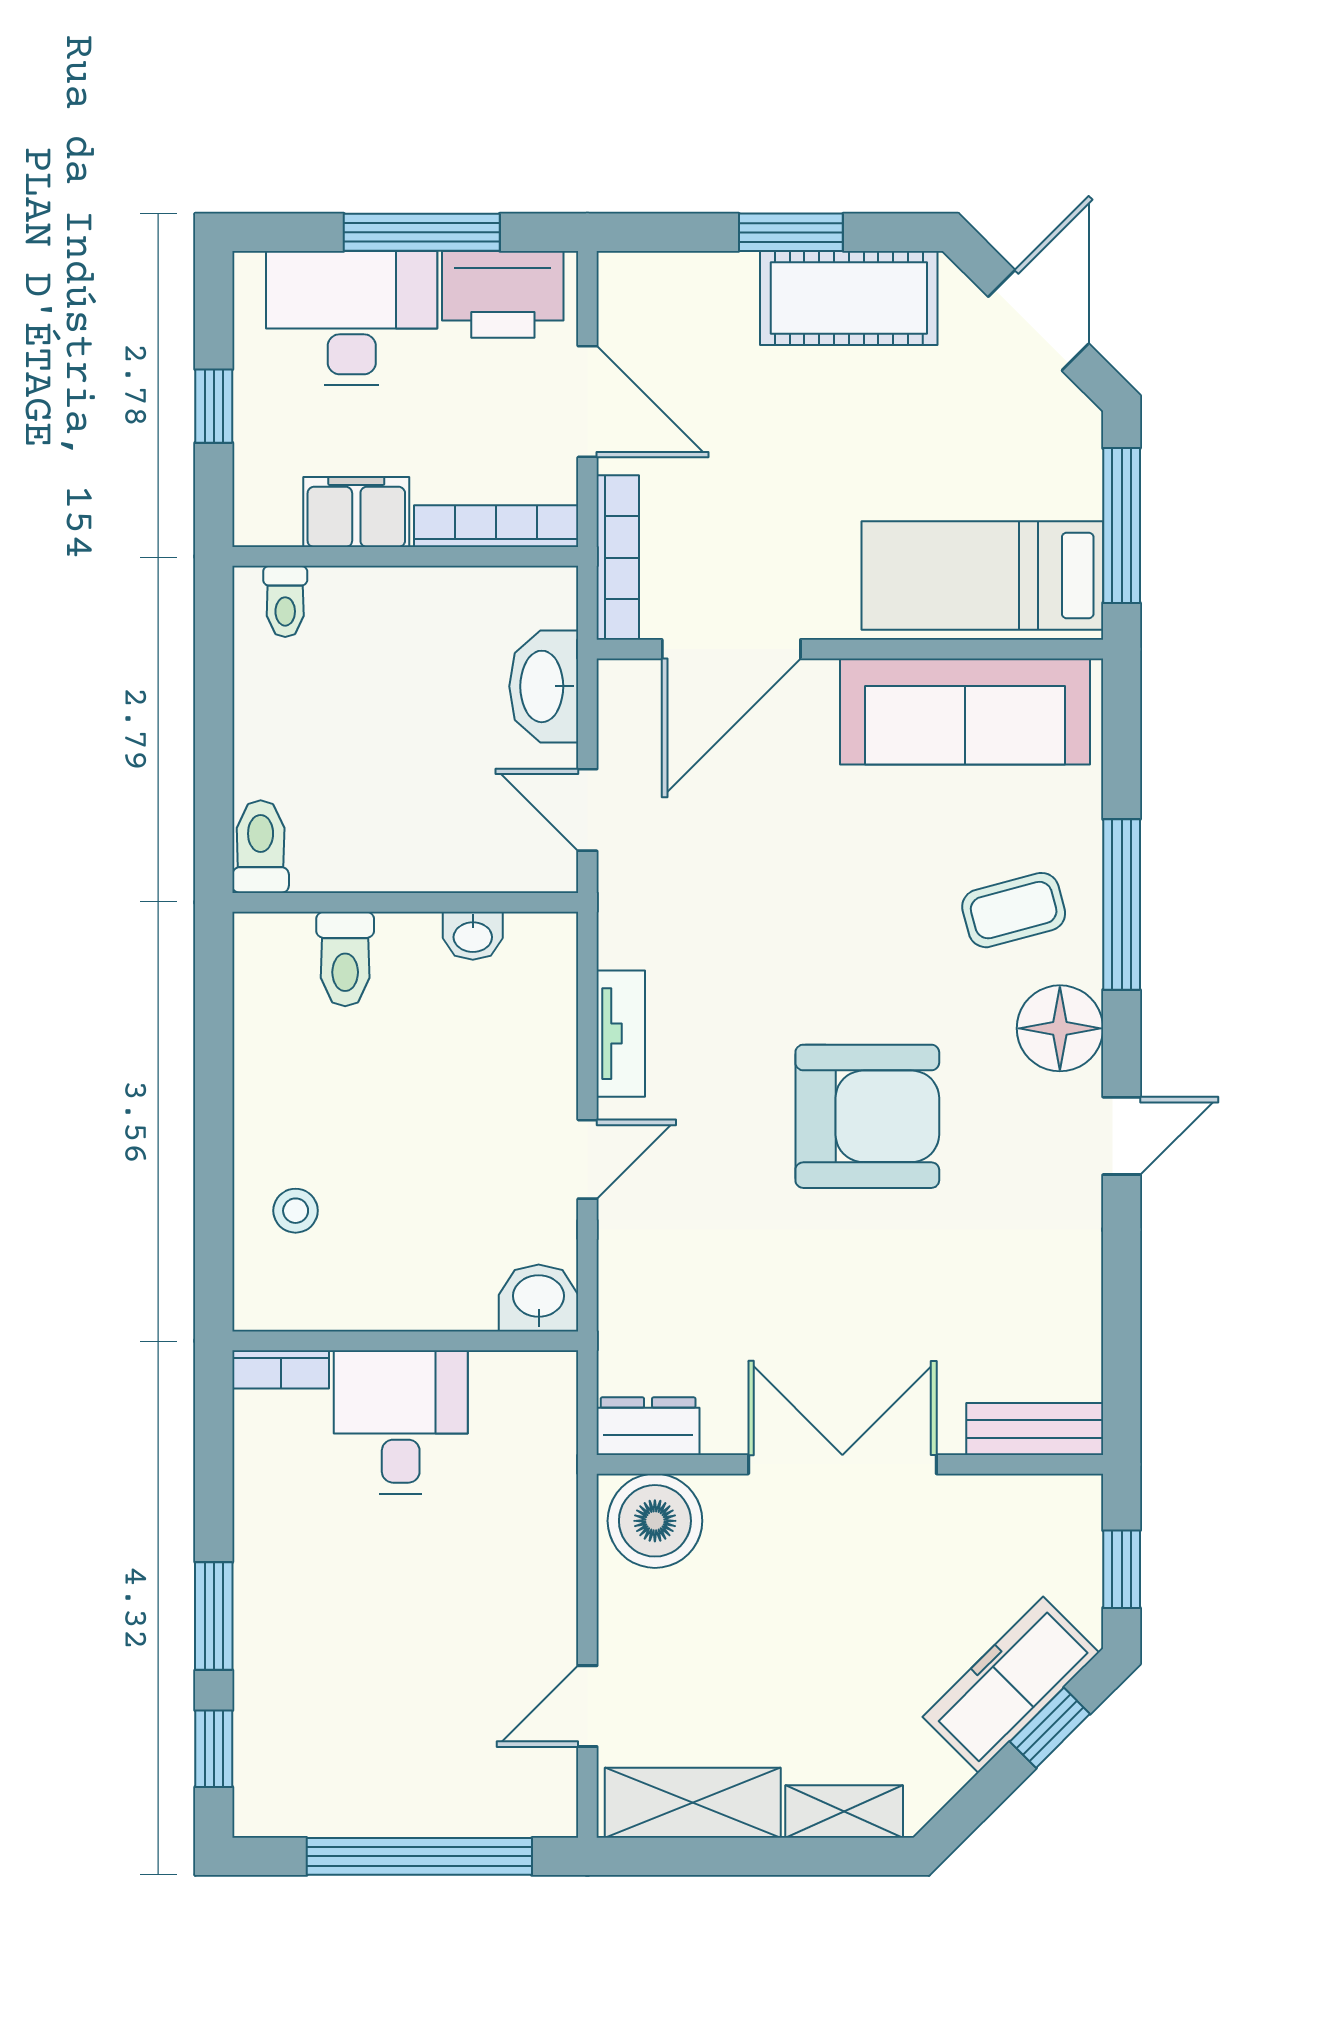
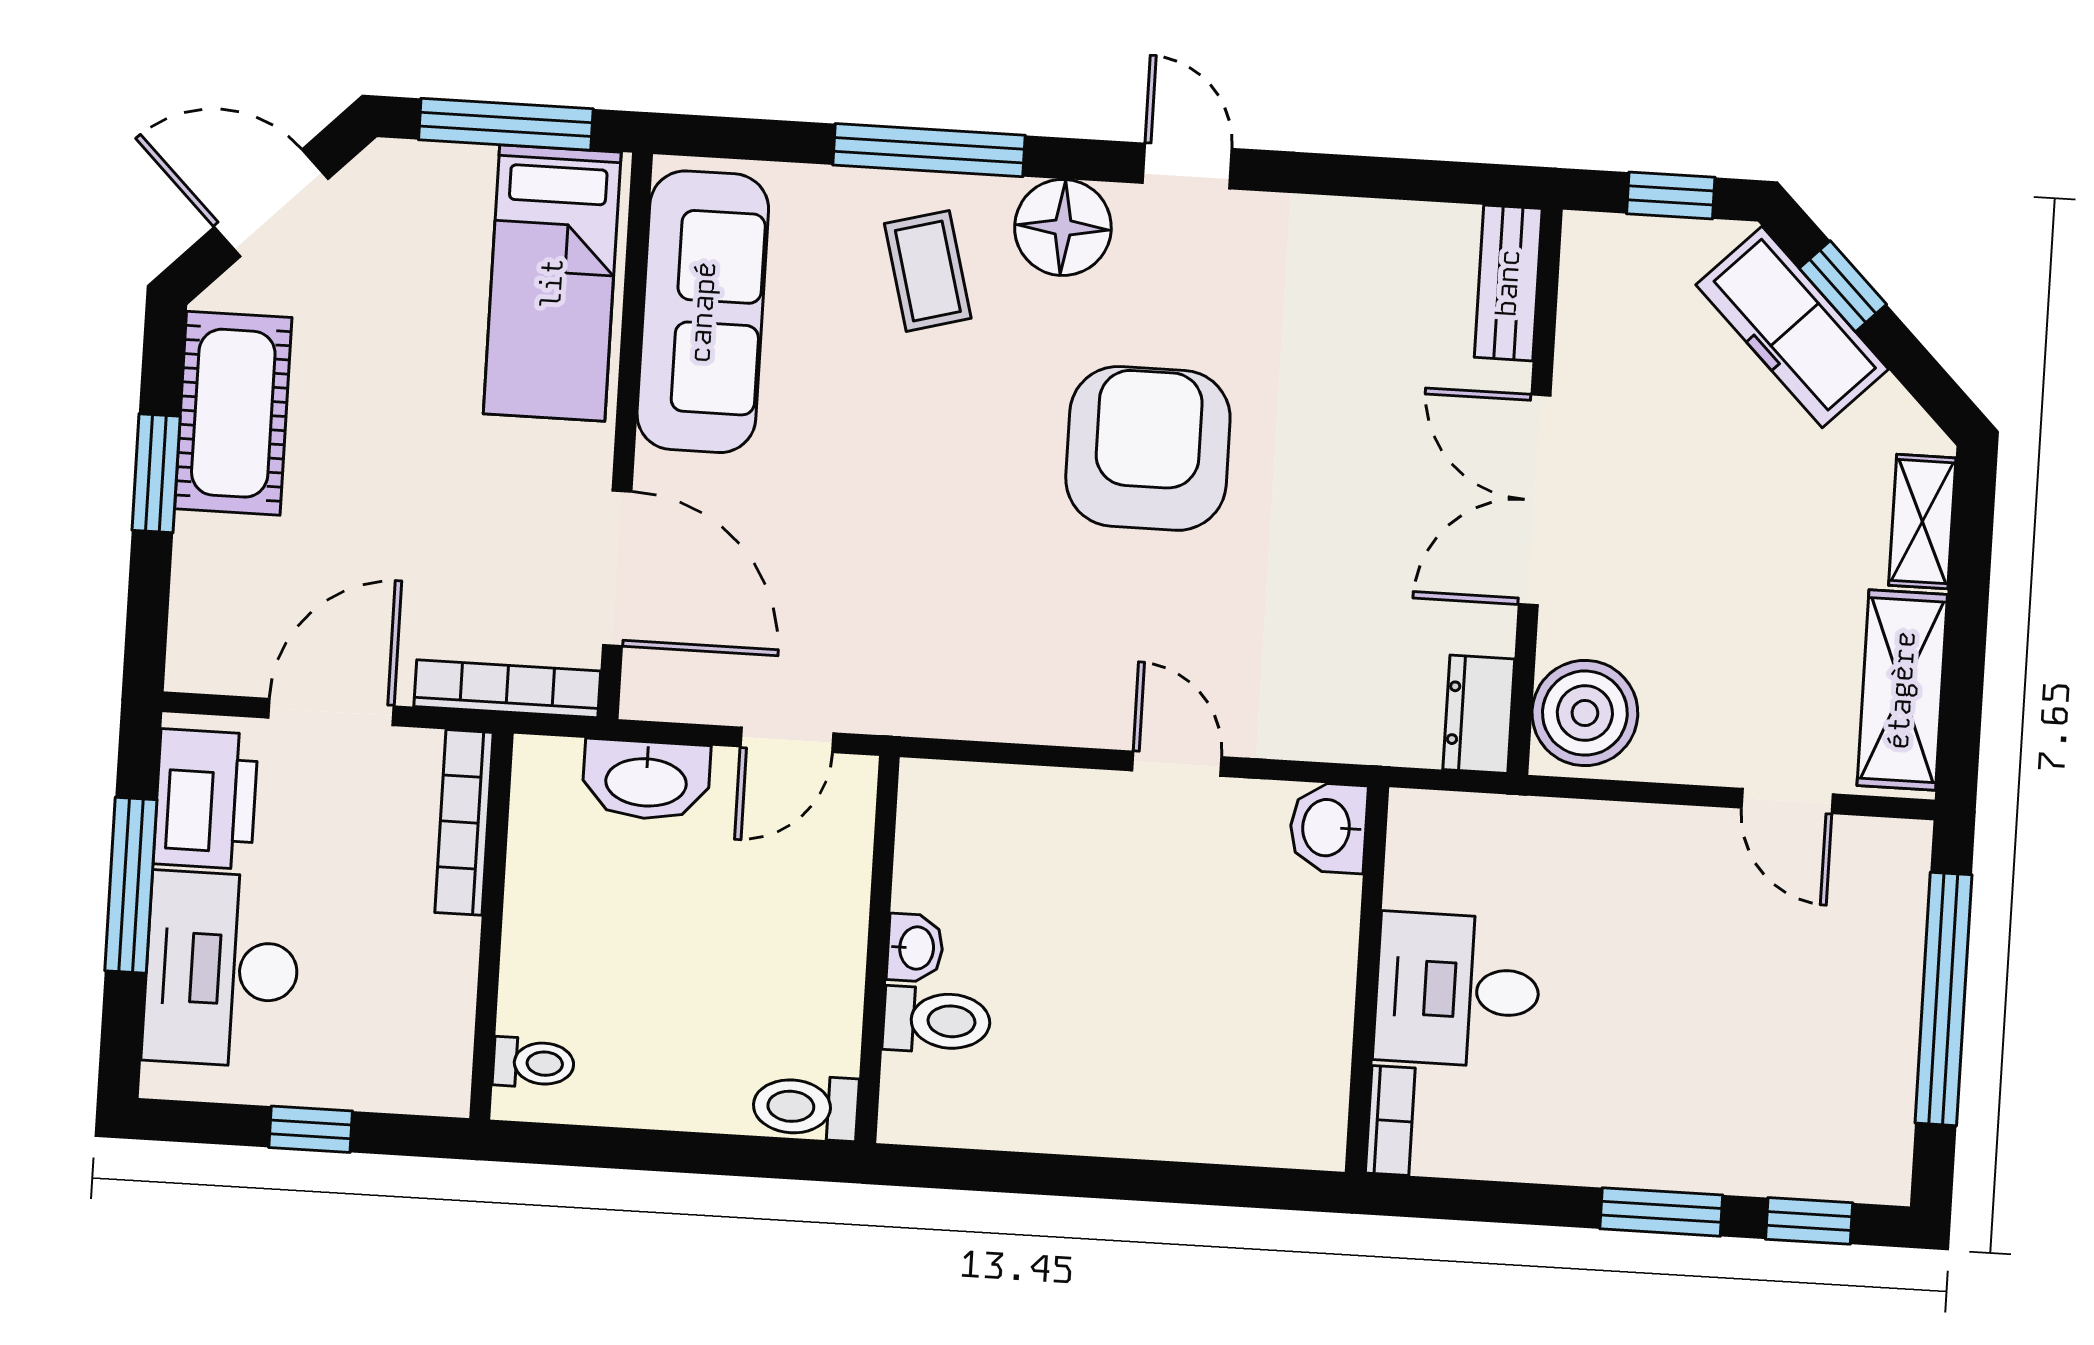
filing cabinet: (356, 512) -> (439, 977), removed
washbasin: (473, 936) -> (915, 948), moved
tv unit: (621, 1034) -> (1039, 718), removed
stool: (296, 1211) -> (1214, 1093), removed

